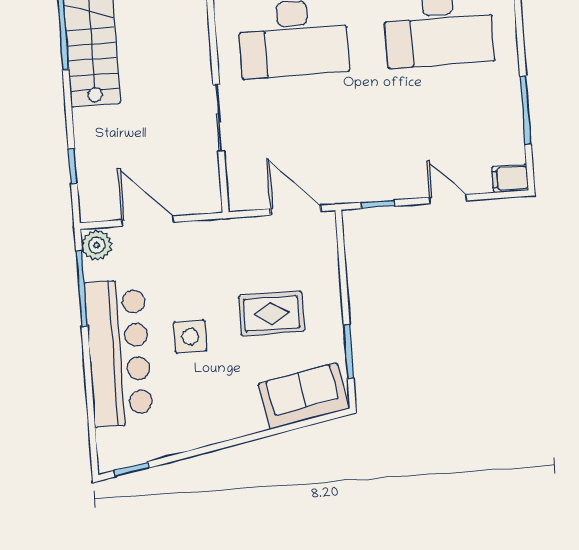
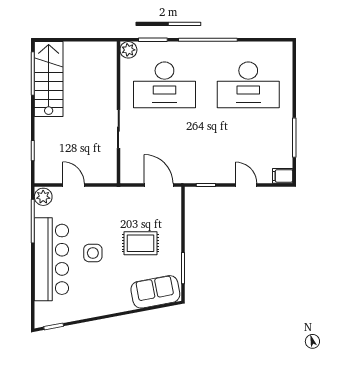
door: (148, 221) -> (73, 185), width x0.73

